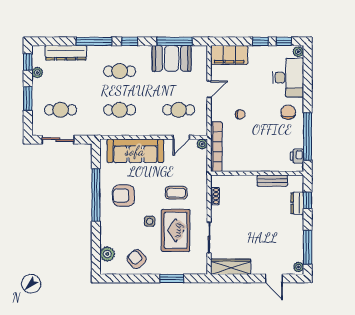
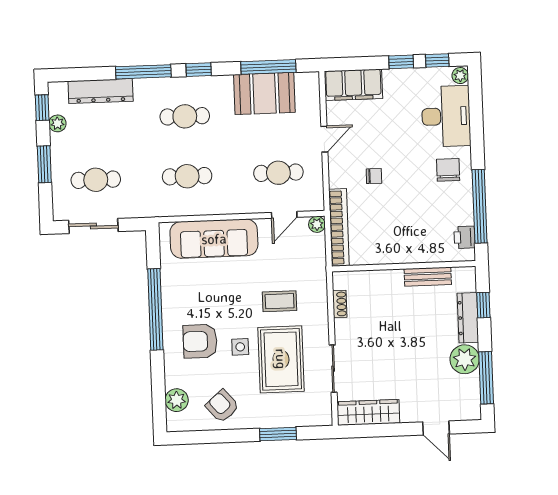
armchair: (123, 196) -> (200, 341), moved
dresser: (297, 203) -> (468, 318), width x1.44
plant: (299, 267) -> (465, 359), moved, width x1.88, depth x1.88

